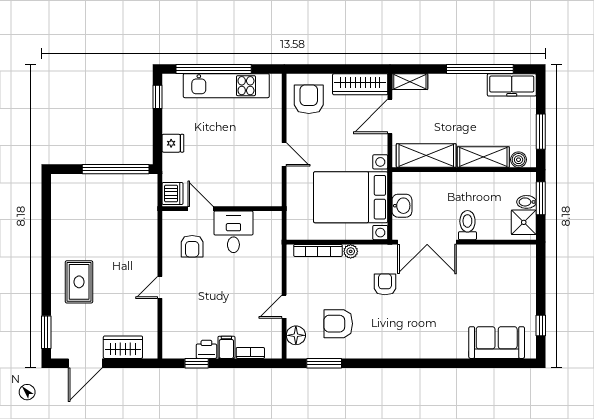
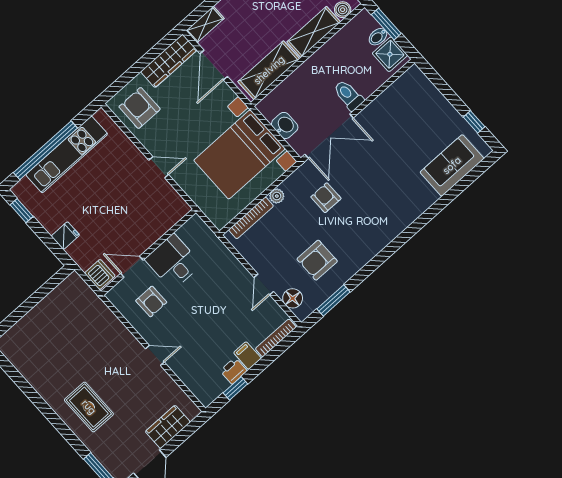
window: (116, 169) -> (39, 295), removed
door: (160, 287) -> (155, 355), swing flipped
bookcase: (250, 353) -> (276, 338), width x1.56

